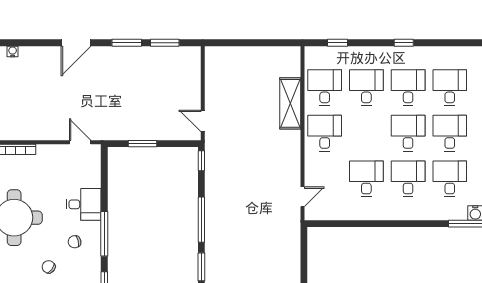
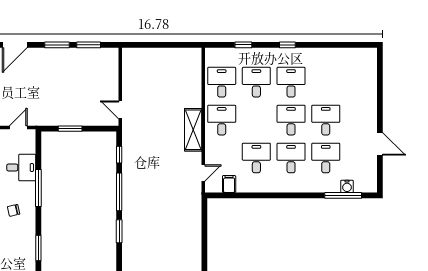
window: (337, 43) -> (243, 45), moved
desk: (450, 88) -> (326, 82), removed
shelving: (290, 103) -> (193, 130), moved
door: (80, 142) -> (18, 128), hinge flipped
window: (201, 161) -> (119, 155), moved
desk: (84, 204) -> (21, 168), moved
filing cabinet: (334, 210) -> (229, 184), added
window: (104, 234) -> (38, 188), moved

